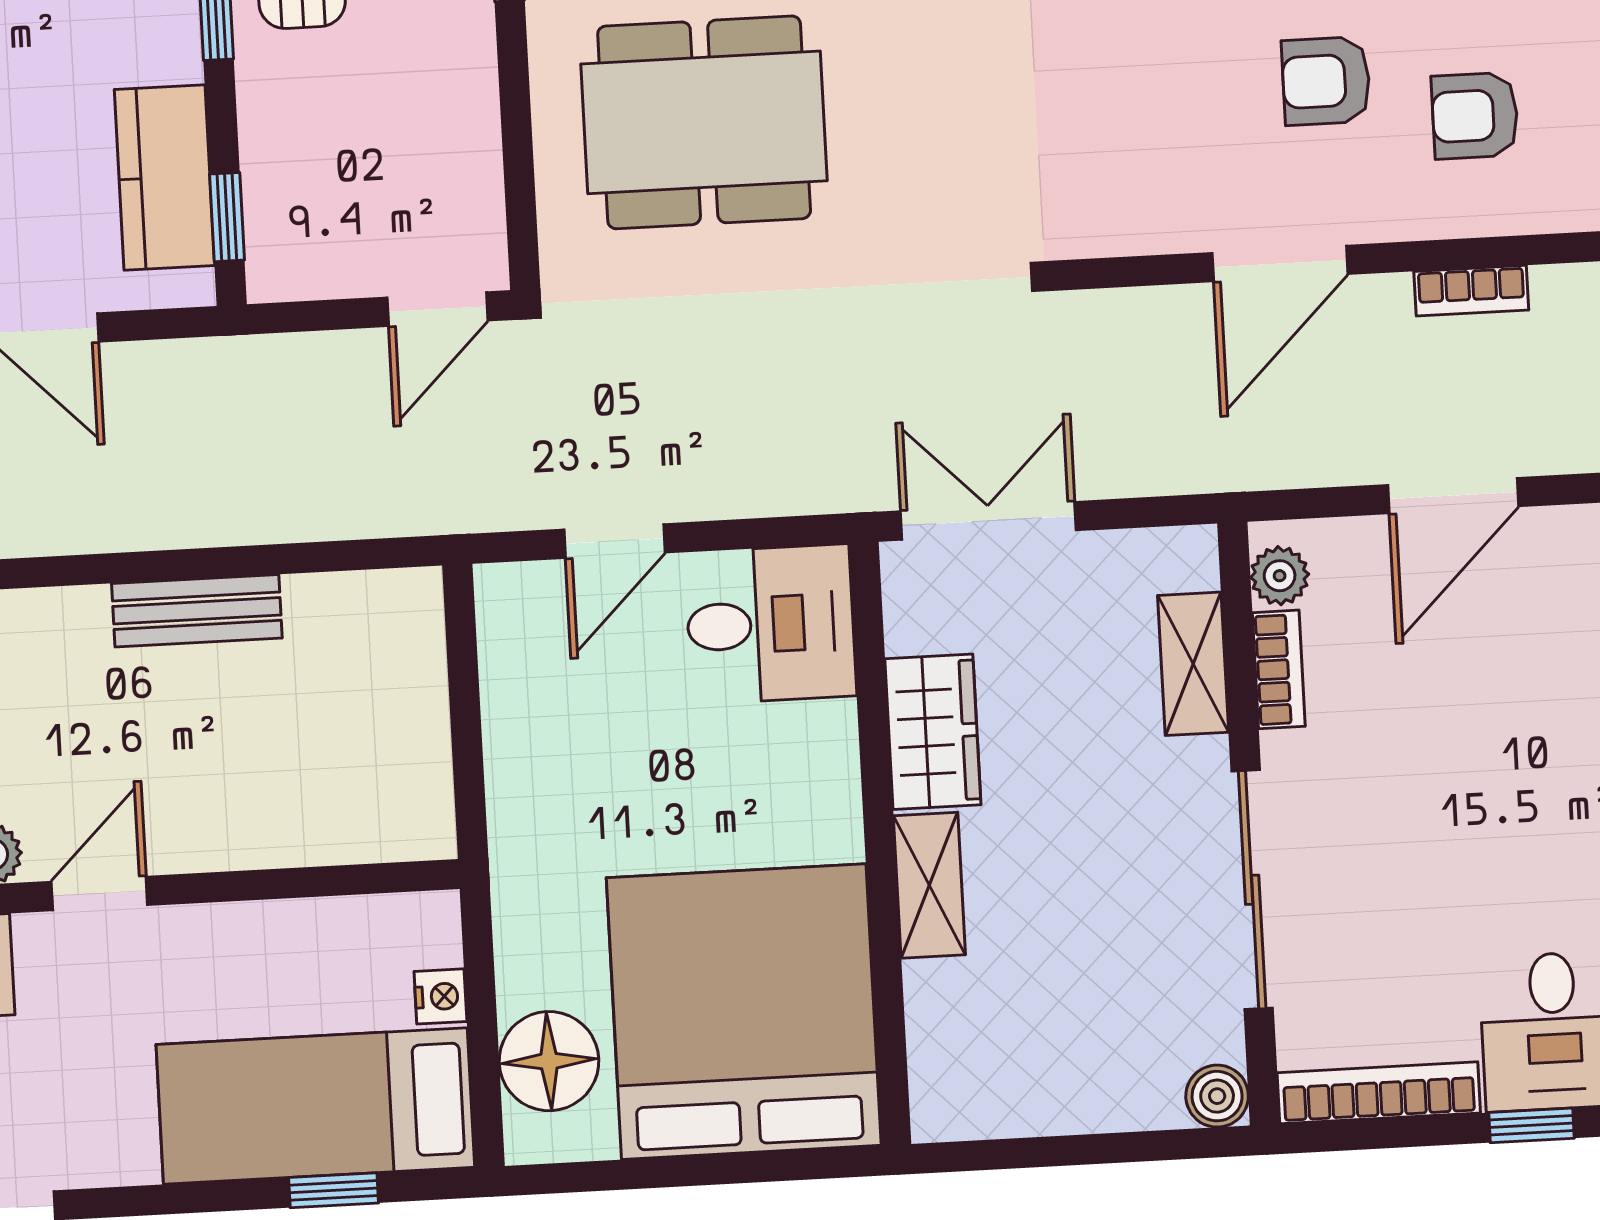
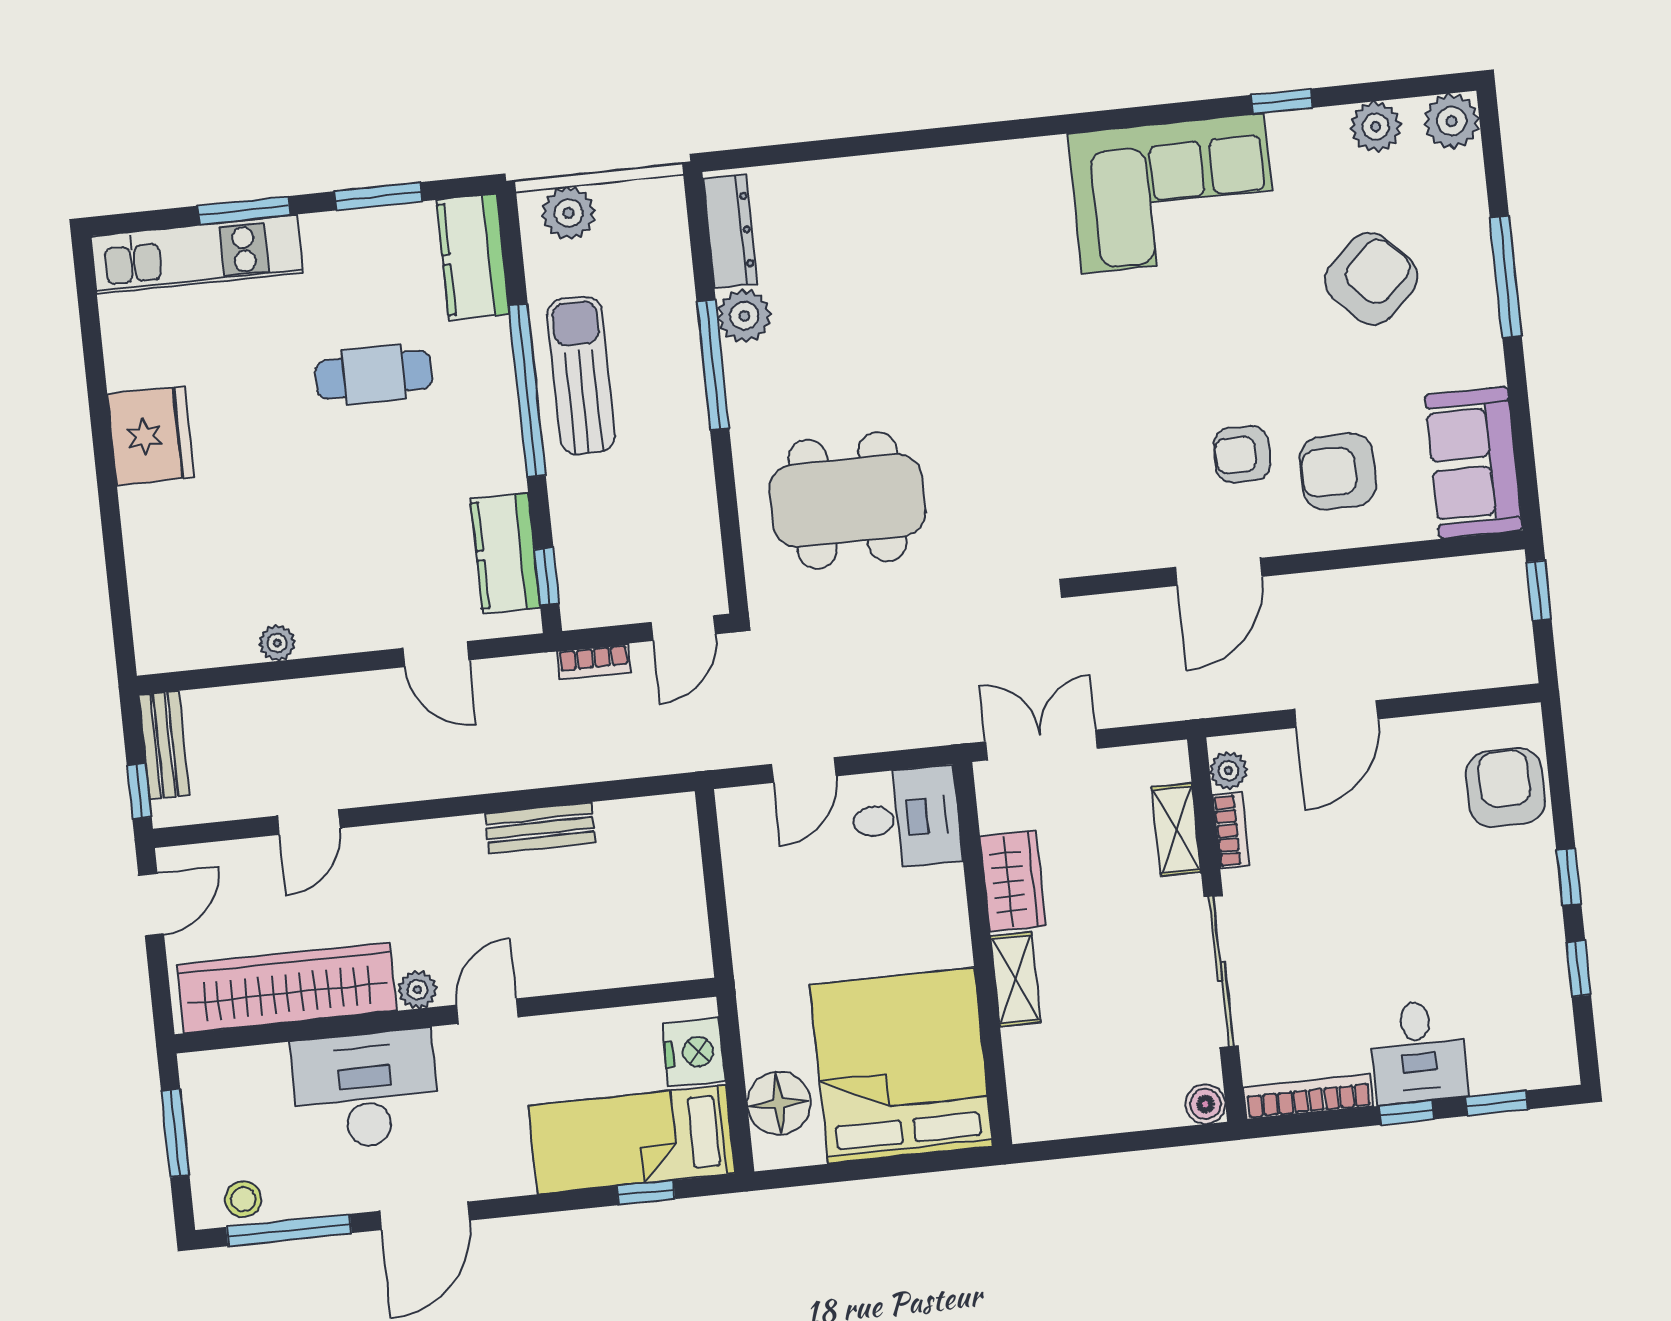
armchair: (1475, 116) -> (1338, 471), width x1.38, depth x1.38
bookcase: (1471, 291) -> (594, 662), moved
nightstand: (440, 996) -> (694, 1052), width x1.89, depth x1.79

